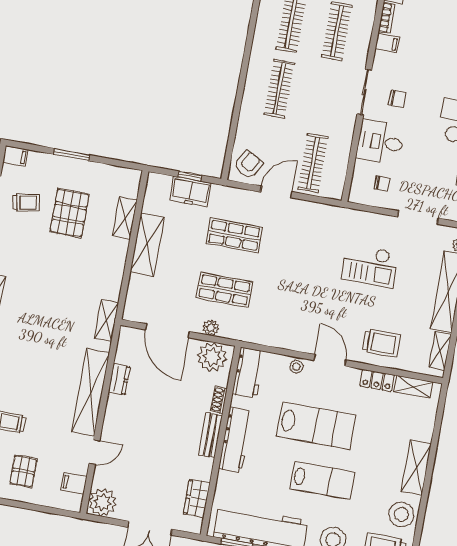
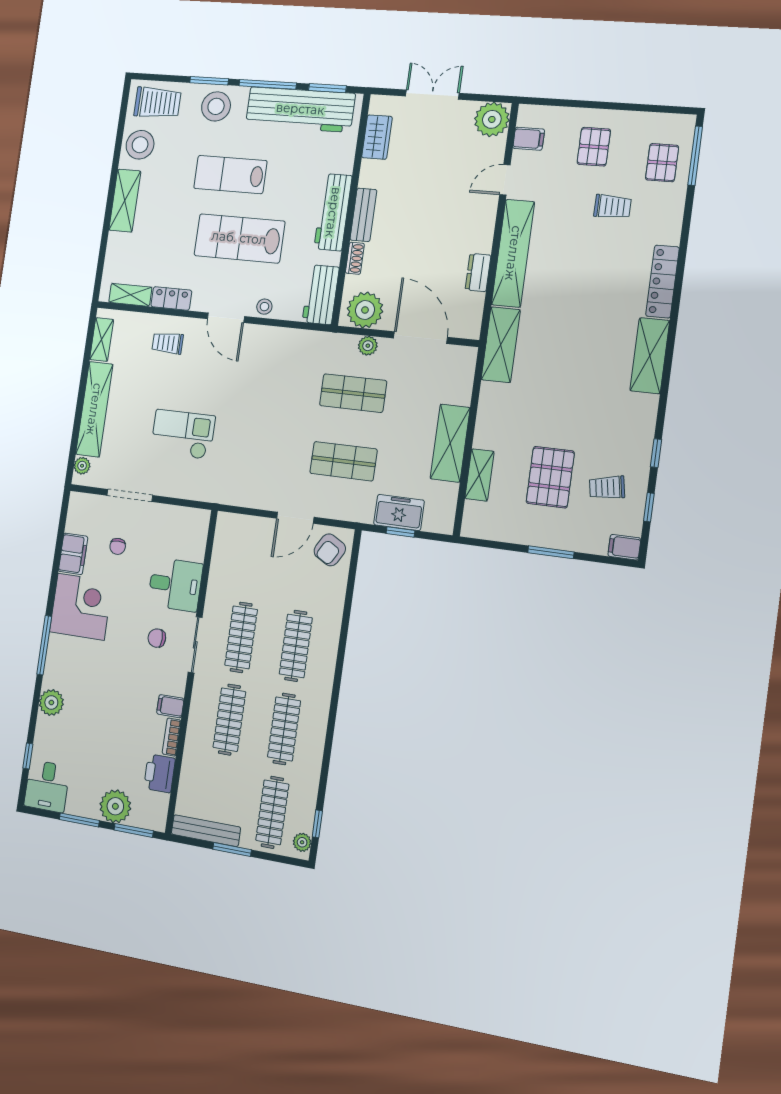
clothes rail: (313, 163) -> (241, 637), moved
chair: (382, 183) -> (118, 546), moved, turned -90
shelving: (106, 321) -> (501, 345), width x1.50, depth x1.33
trolley: (381, 343) -> (168, 343), width x0.73, depth x0.72

